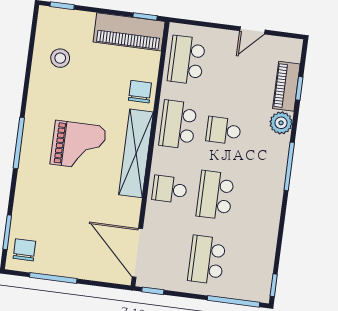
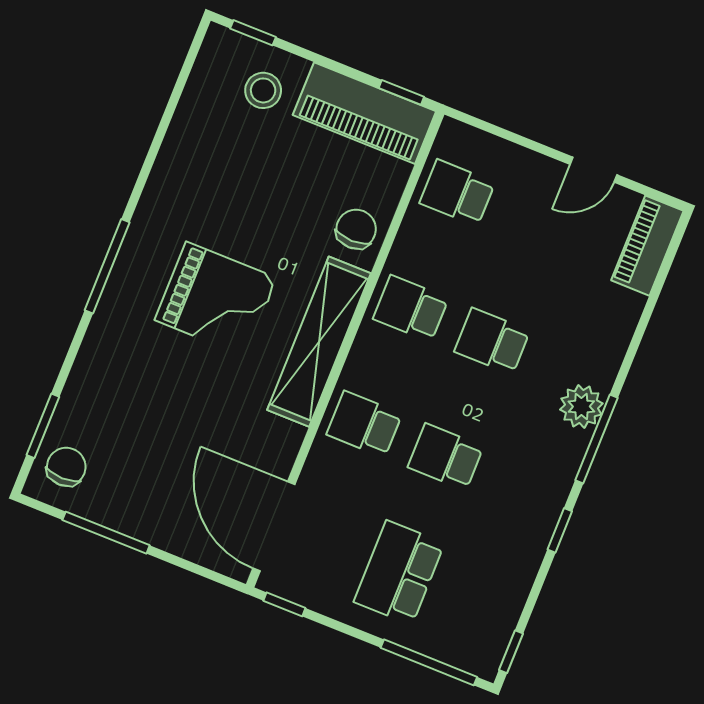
stool: (60, 58) -> (263, 90), moved
school desk: (186, 60) -> (457, 193), width x0.54
piano: (286, 86) -> (647, 246), moved
window: (299, 88) -> (560, 530), moved
plant: (281, 123) -> (581, 406), moved
school desk: (178, 125) -> (411, 308), width x0.54
school desk: (215, 195) -> (446, 457), width x0.54

